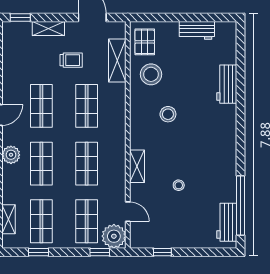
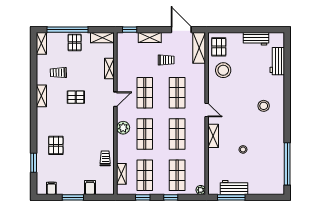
shelving: (117, 61) -> (199, 48), moved
workbench: (227, 84) -> (277, 61), moved
stool: (168, 114) -> (264, 106), moved
door: (128, 212) -> (207, 110), moved
workbench: (227, 222) -> (234, 187), moved, turned 90
plant: (114, 236) -> (201, 190), width x0.53, depth x0.53
window: (100, 252) -> (171, 197), moved
window: (162, 252) -> (231, 197), width x2.17

